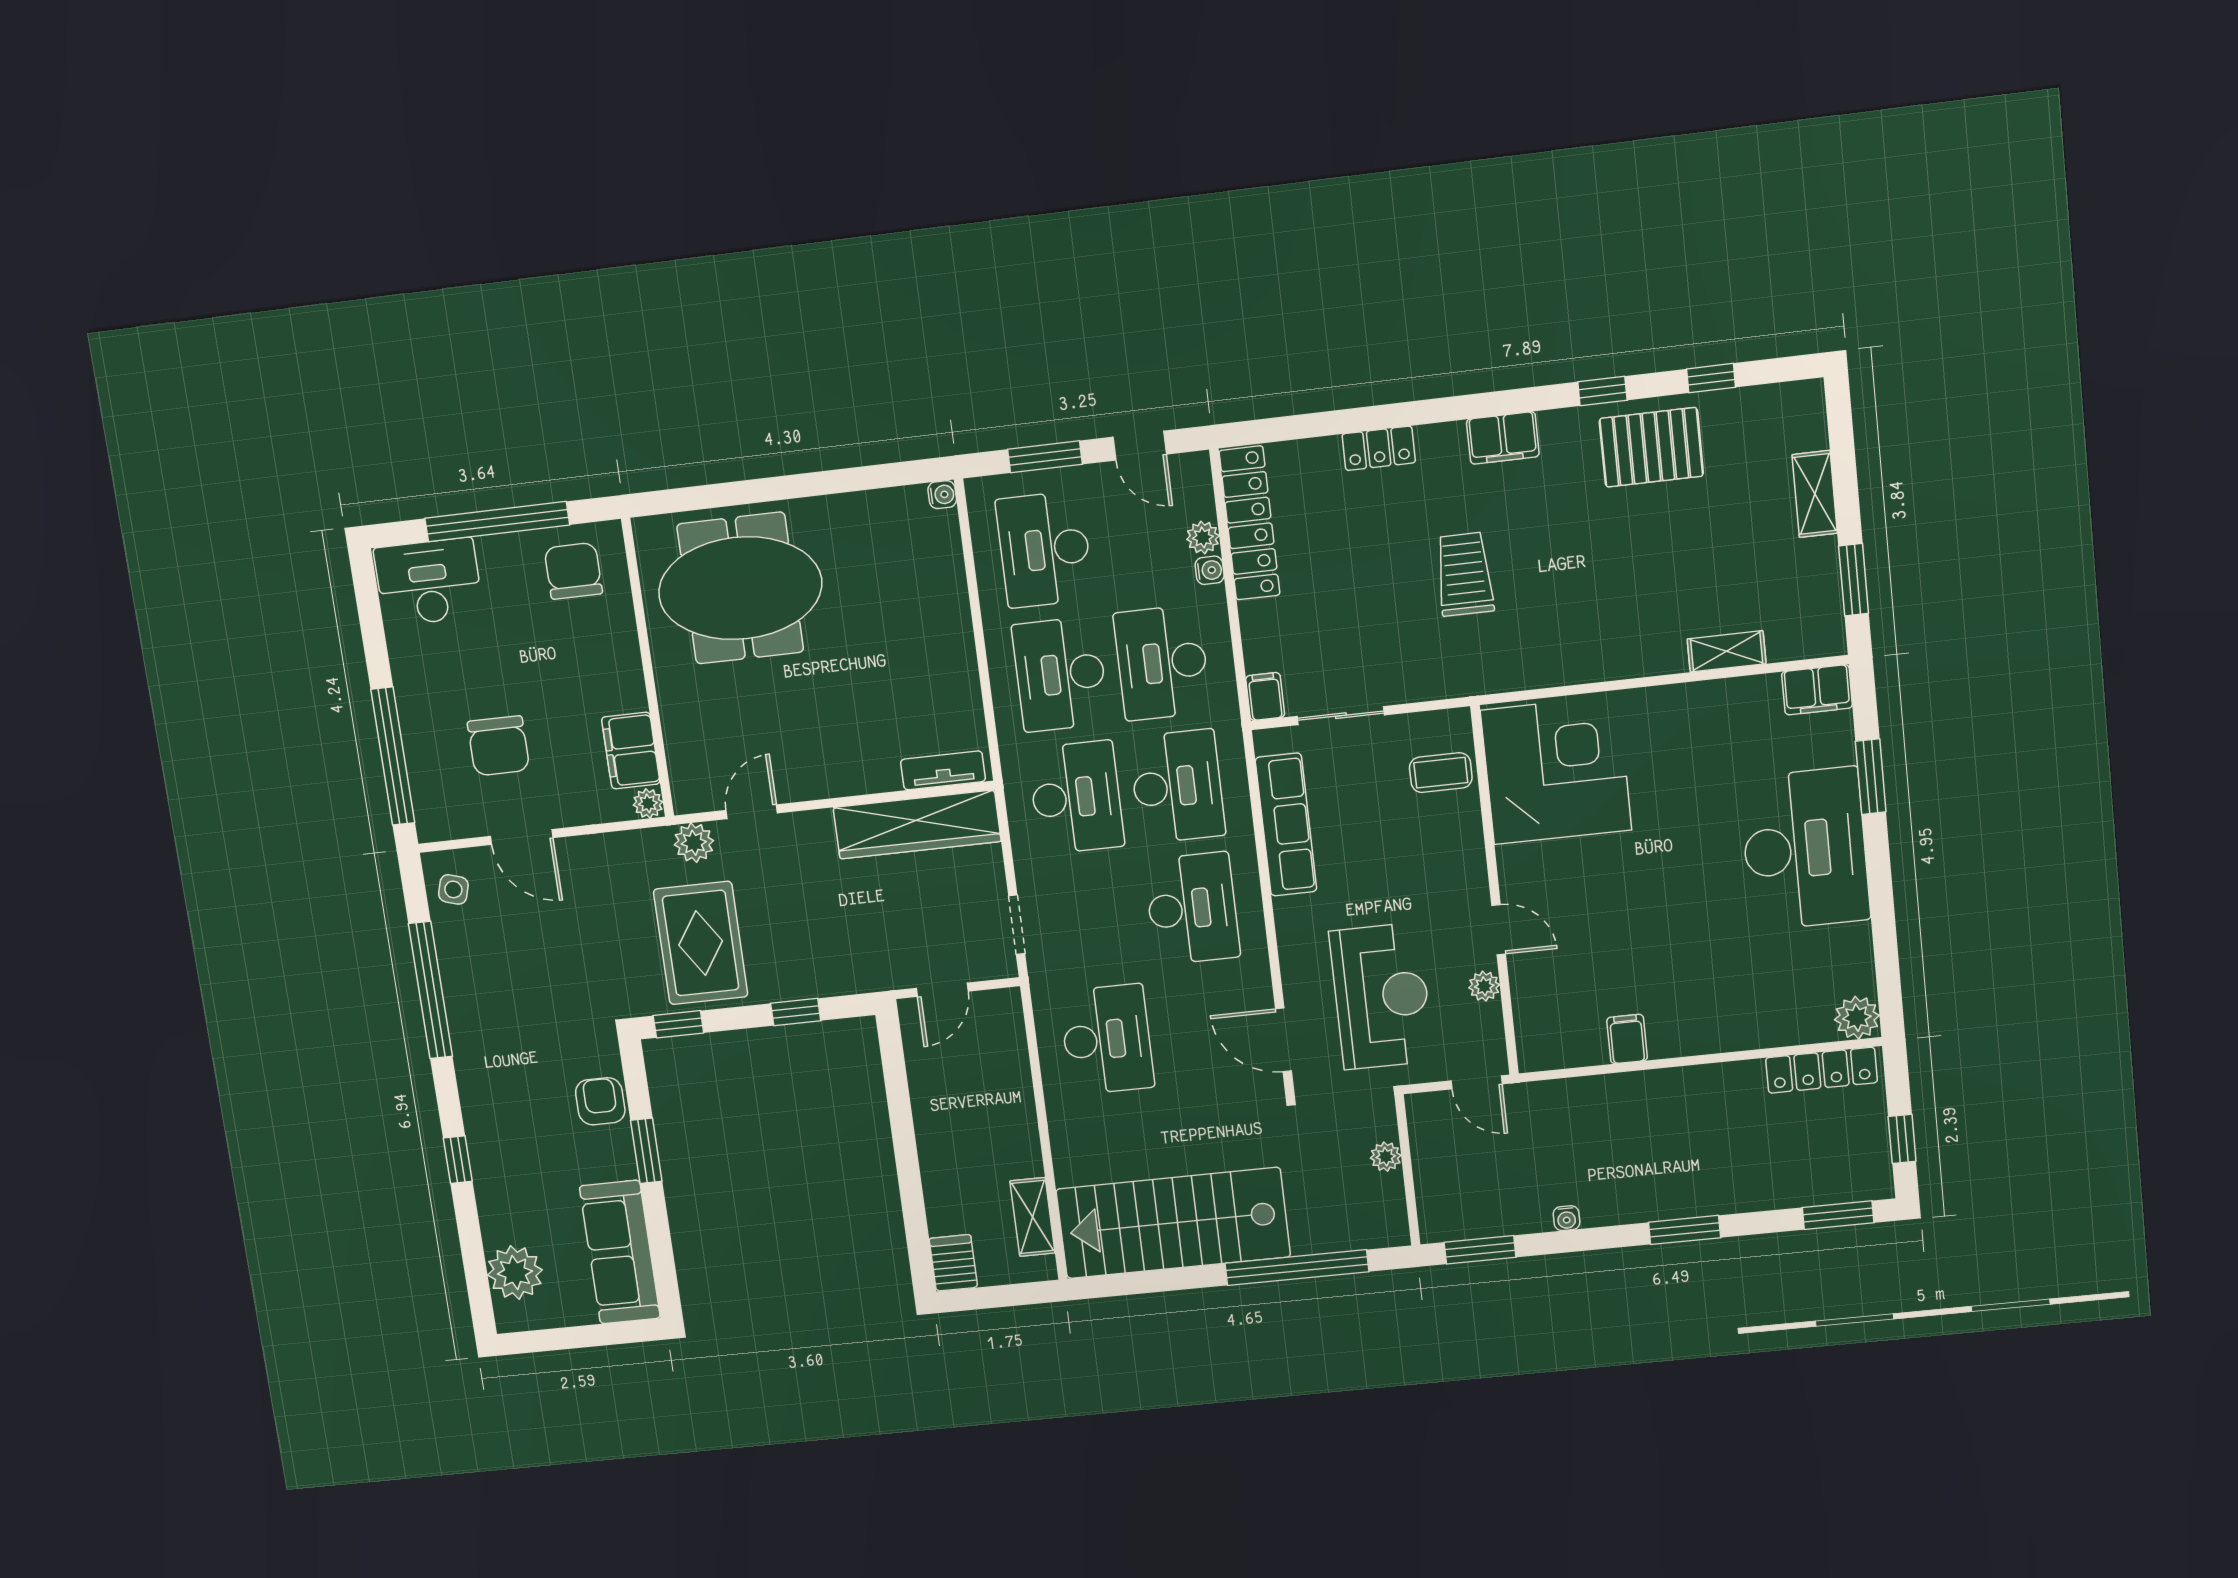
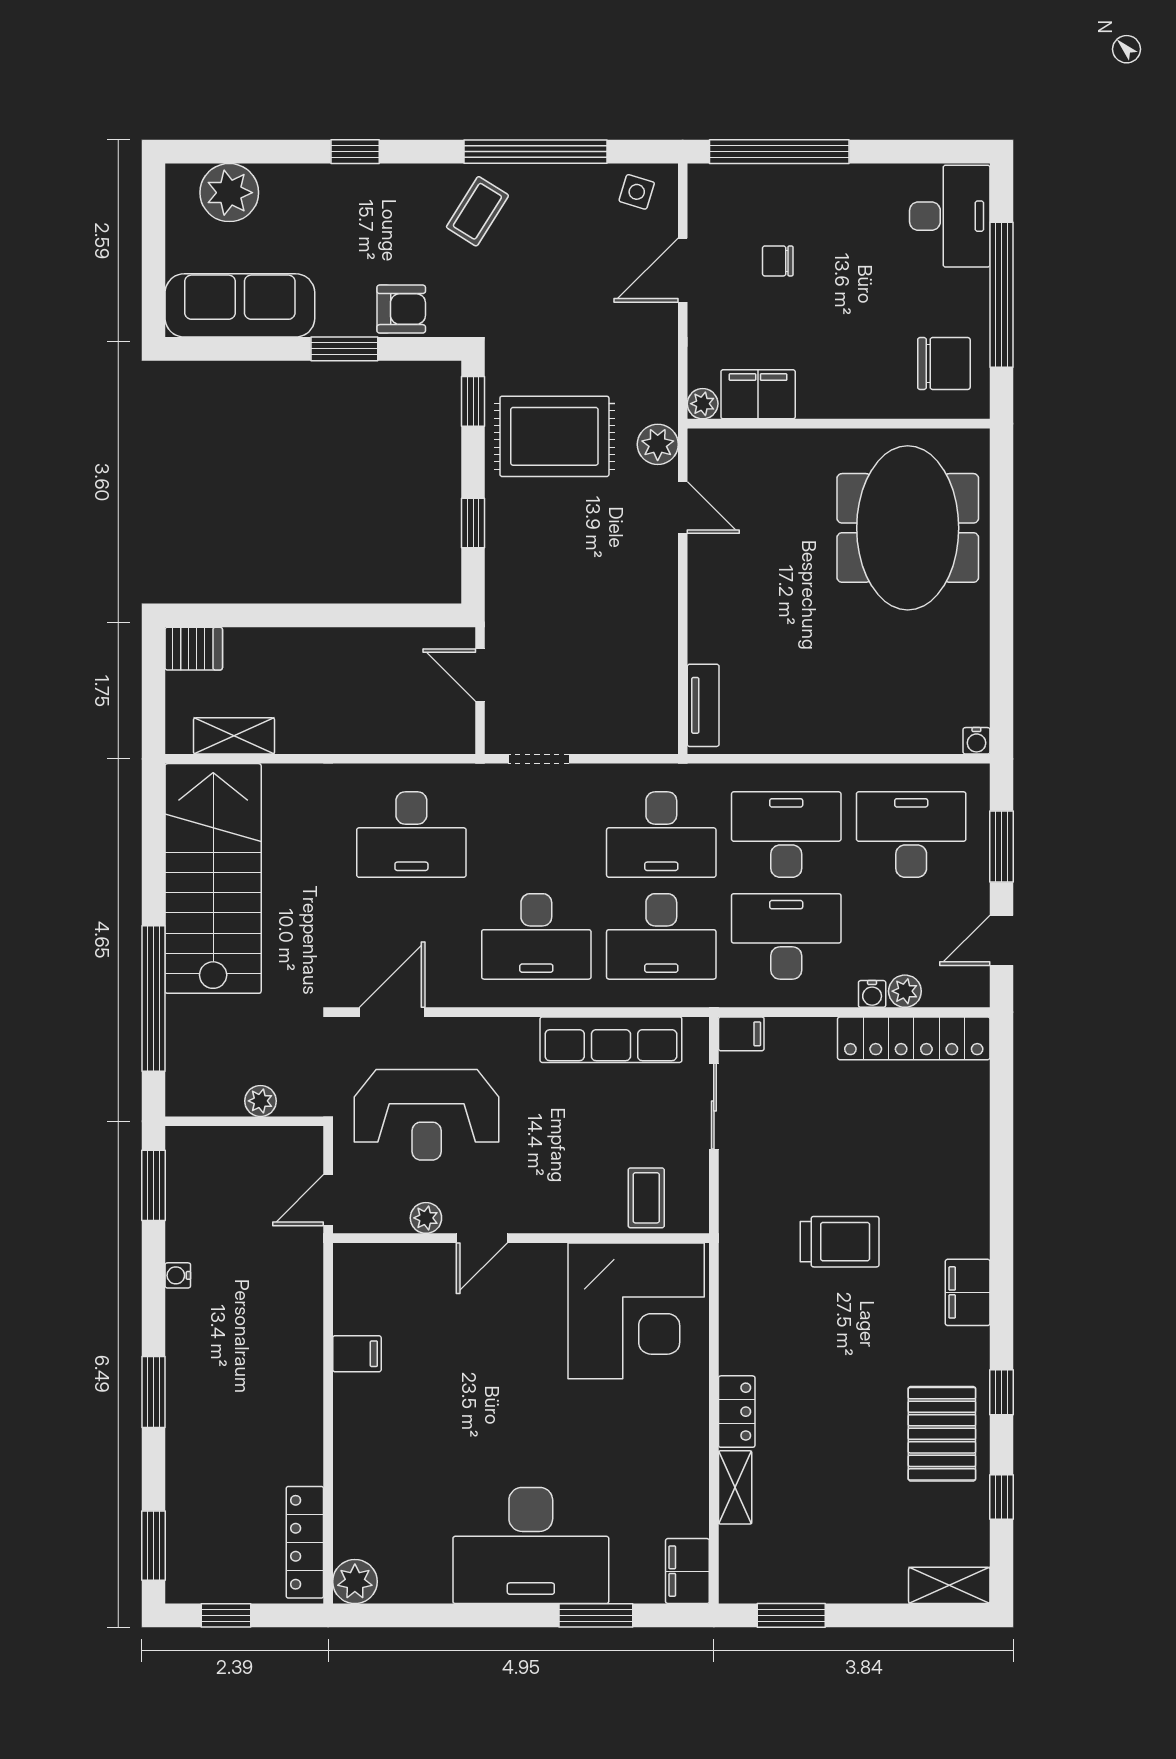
locker: (1379, 448) -> (737, 1412), moved, turned 180
shelving: (1815, 494) -> (949, 1585), moved
chair: (498, 746) -> (778, 261), width x0.54, depth x0.54
wardrobe: (917, 825) -> (651, 672), removed
coffee table: (496, 1039) -> (477, 211), added

